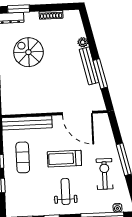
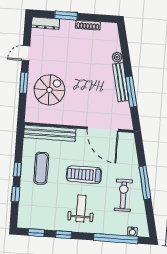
window: (19, 9) -> (66, 16), moved
spiral stairs: (28, 52) -> (49, 90), moved, turned 90

